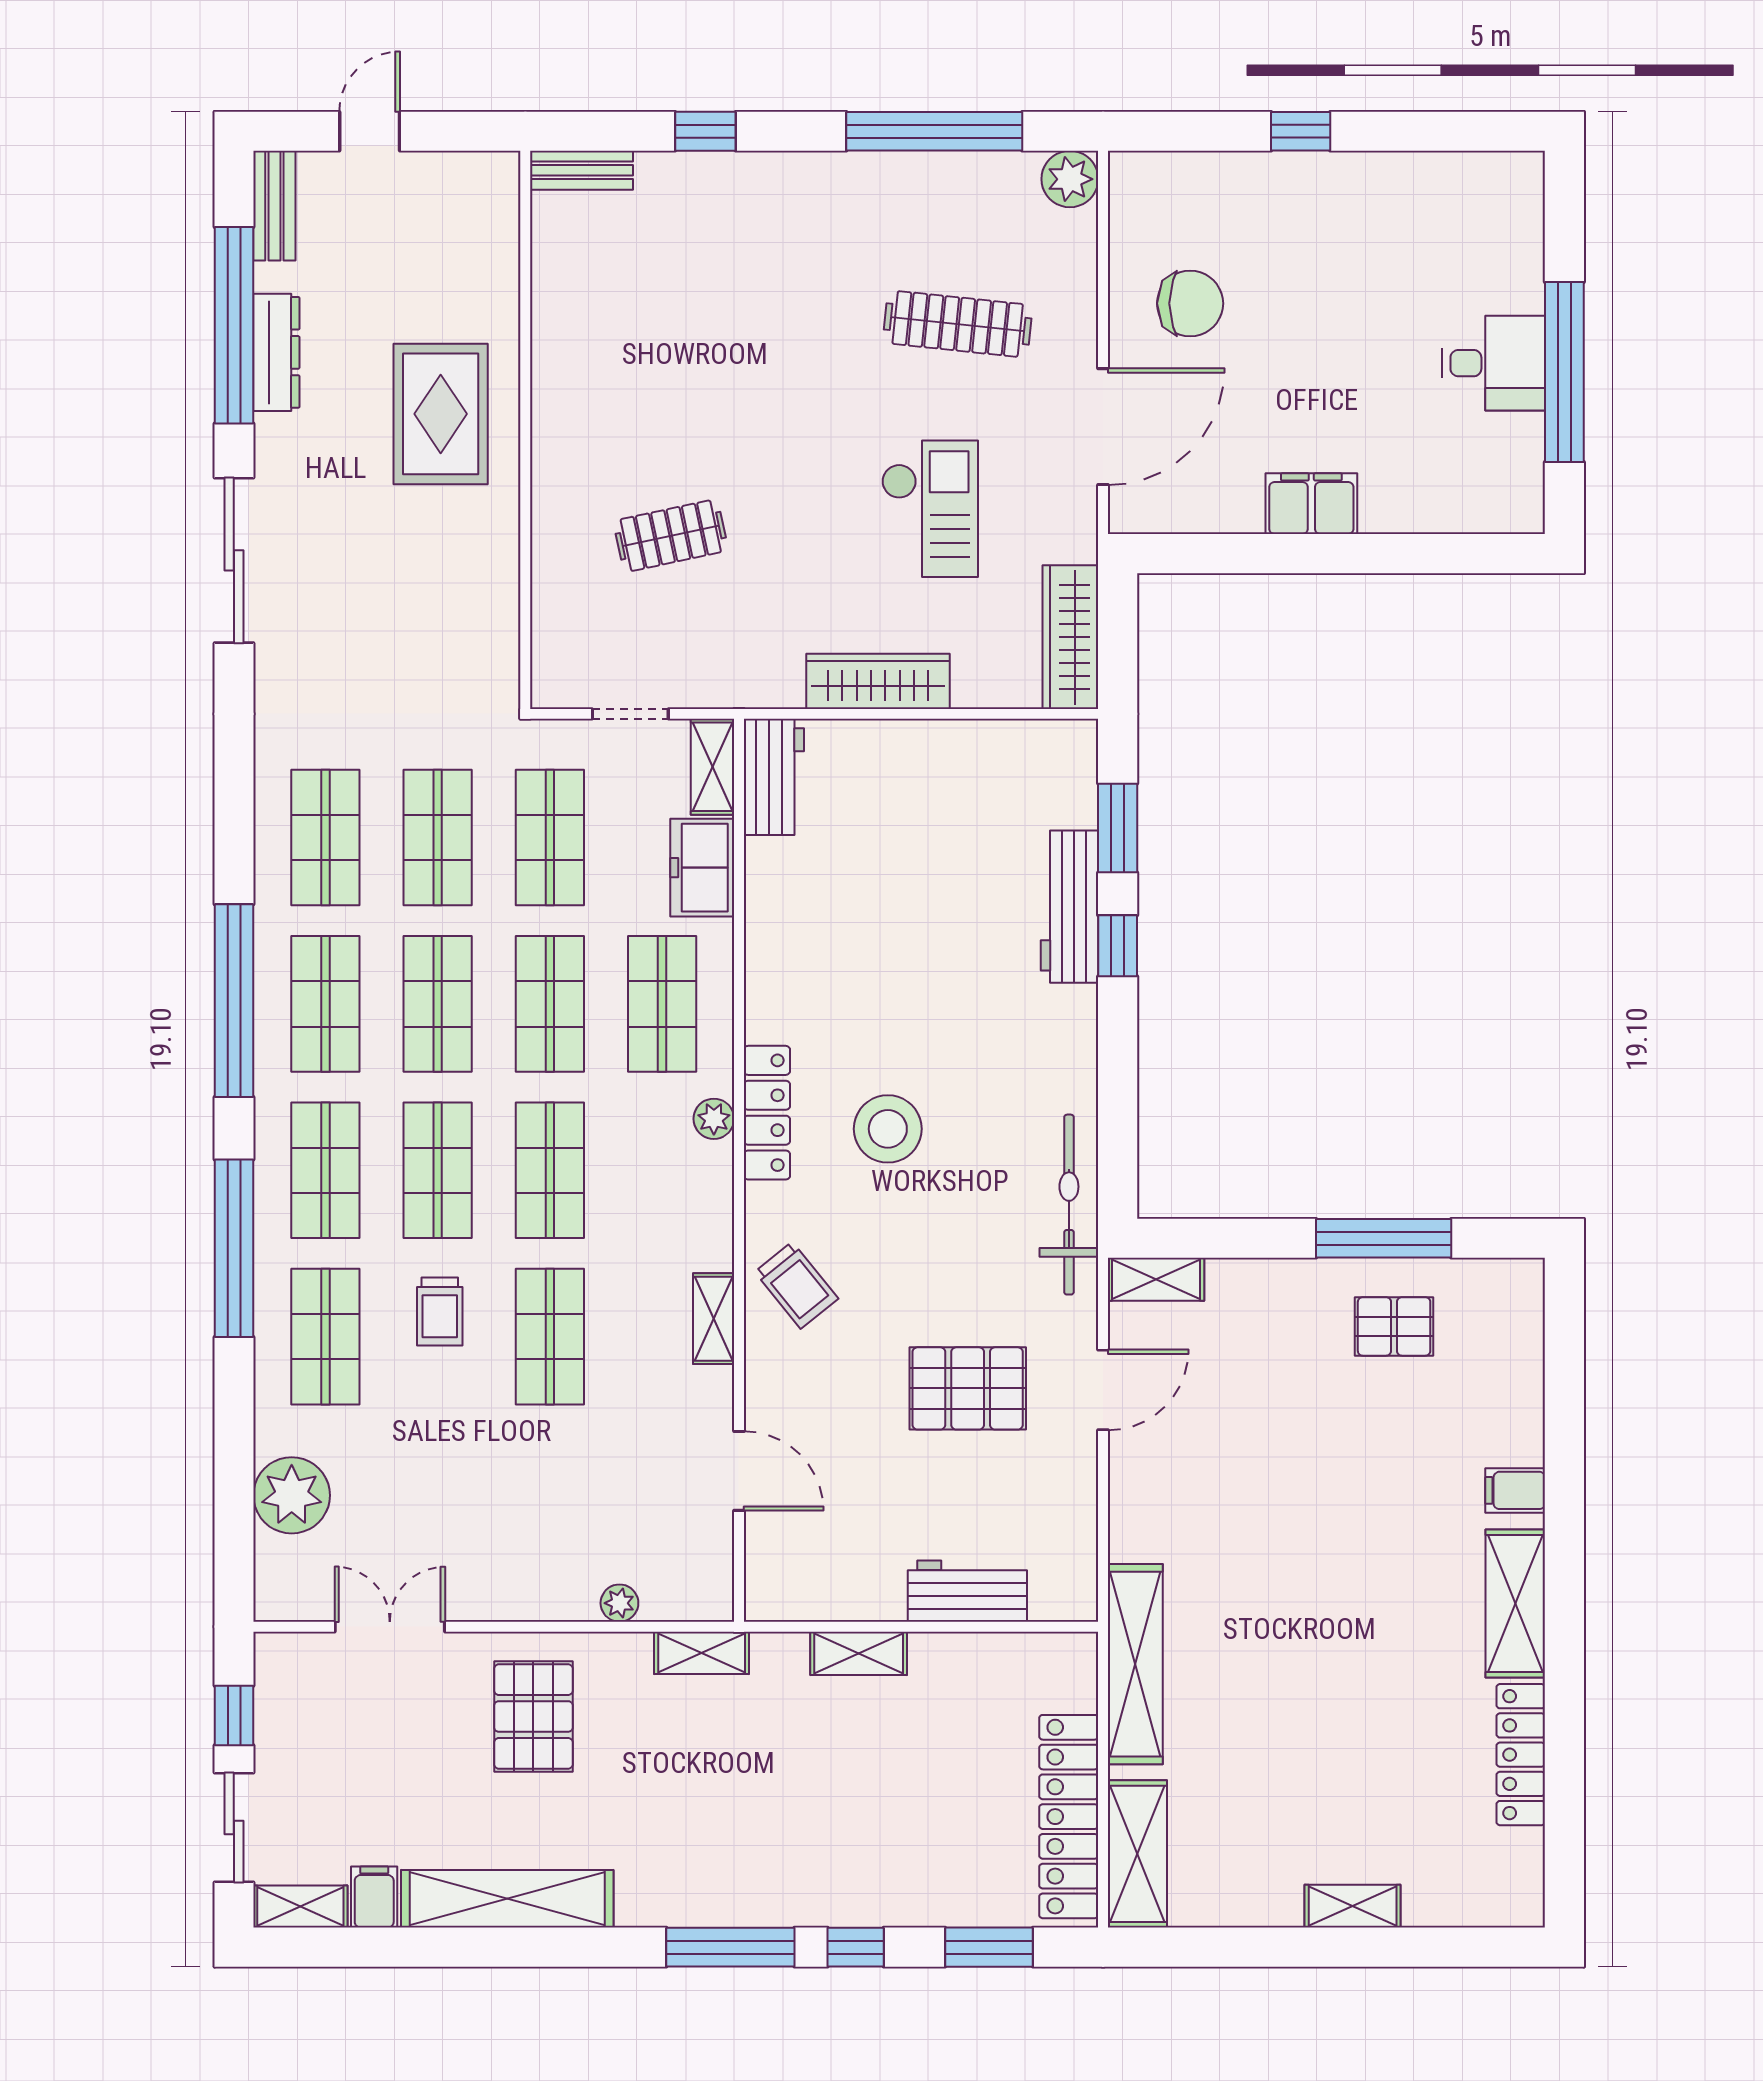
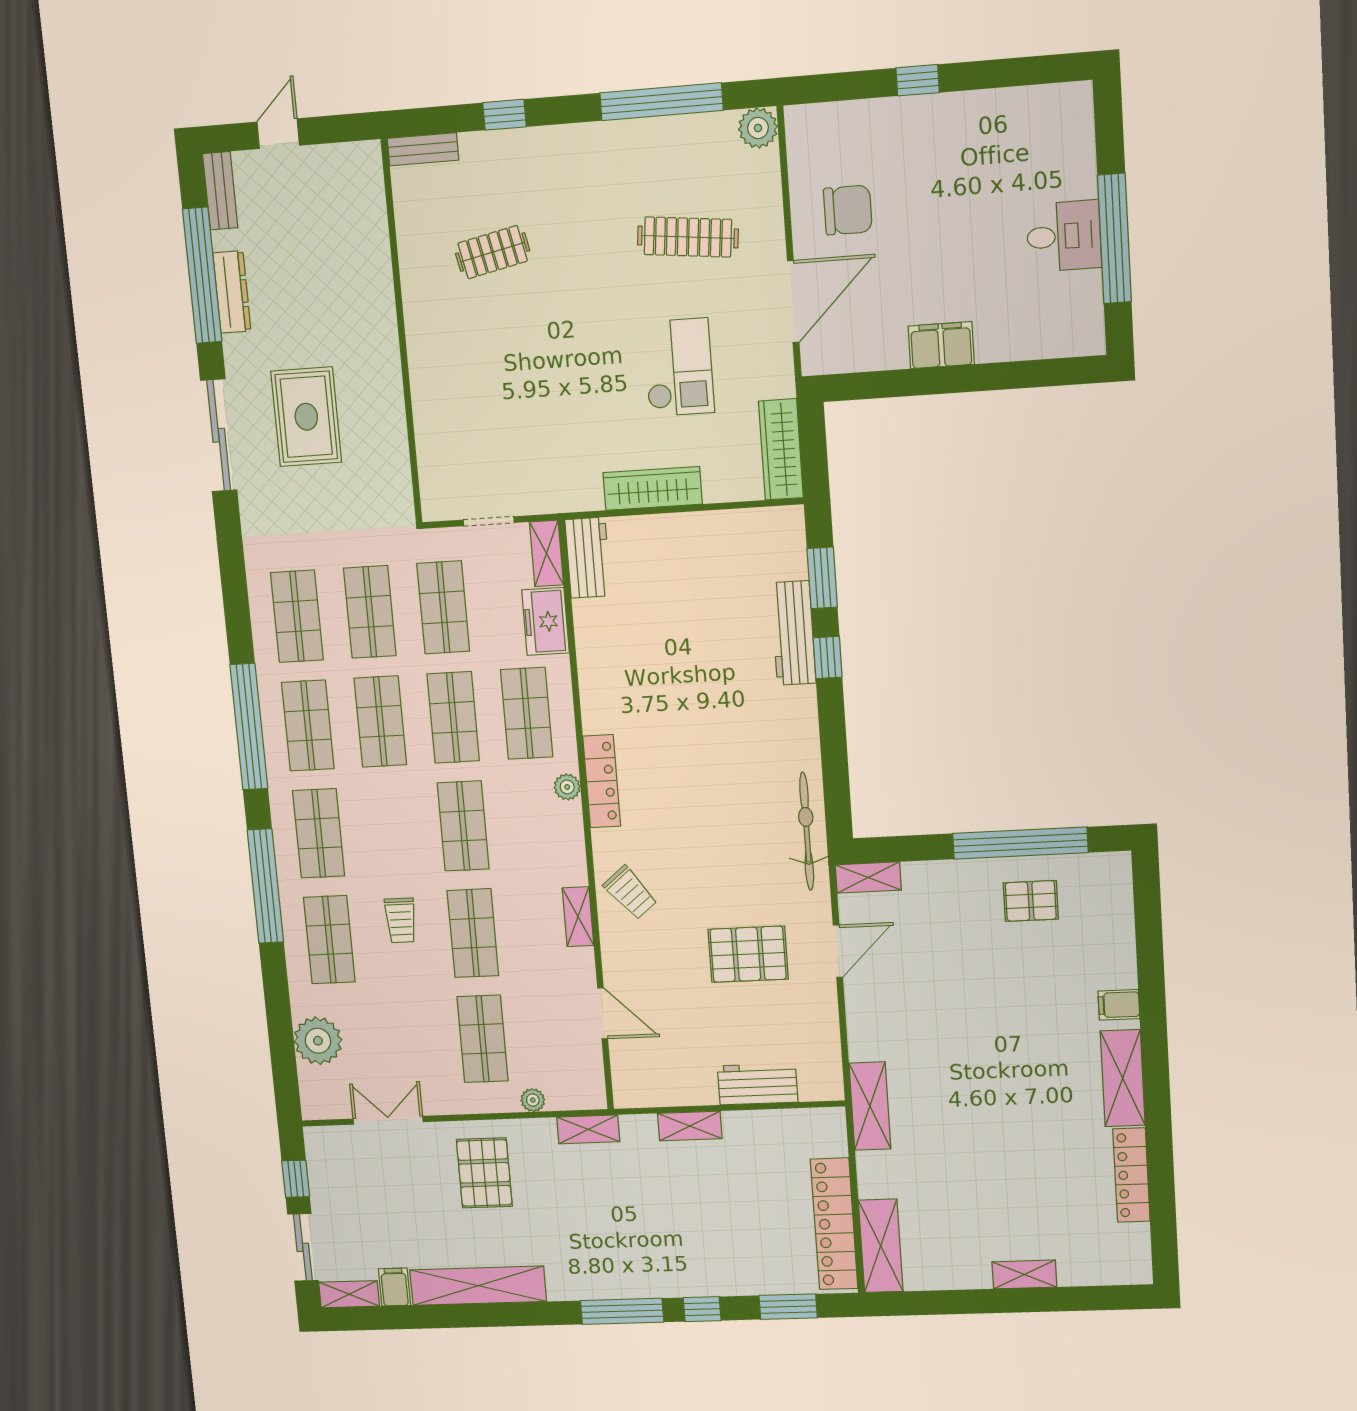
rug: (441, 414) -> (306, 417), moved
clothes rail: (671, 536) -> (493, 252), moved
stool: (888, 1129) -> (682, 788), removed
shop shelf: (438, 1170) -> (483, 1039), moved
window: (1384, 1238) -> (1020, 843), width x1.46
shelving: (1135, 1664) -> (870, 1106), width x0.68

